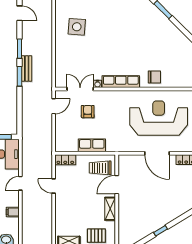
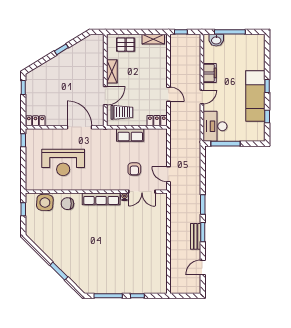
door: (19, 13) -> (203, 268), hinge flipped
side table: (77, 27) -> (45, 203), moved
bench: (27, 68) -> (196, 236), moved
door: (54, 106) -> (169, 174), hinge flipped
reception desk: (159, 118) -> (63, 162), width x0.74, depth x0.77
door: (157, 153) -> (79, 127), moved
filing cabinet: (13, 212) -> (210, 73), width x2.00

